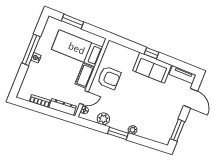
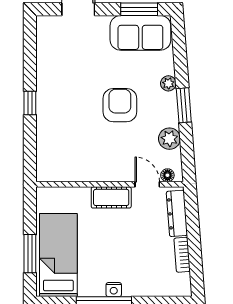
bed: (77, 48) -> (58, 255), moved, turned 180
sofa: (152, 68) -> (140, 33), moved, turned 90
tv unit: (183, 75) -> (45, 38), removed
armchair: (109, 78) -> (120, 105), moved

